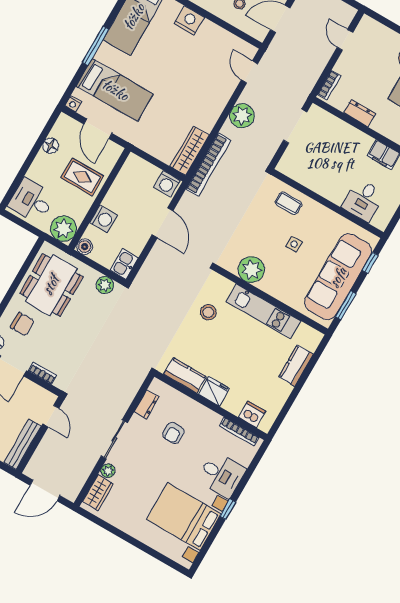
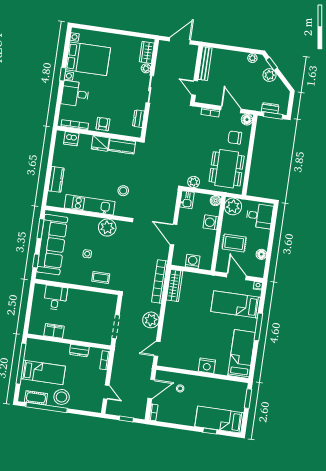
door: (250, 72) -> (157, 349), swing flipped
washing machine: (167, 184) -> (193, 261), moved
armchair: (173, 433) -> (103, 124), moved

